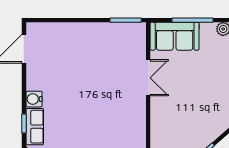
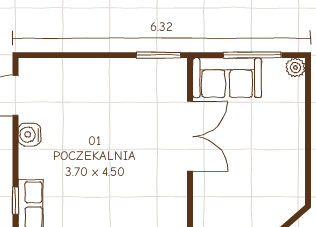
double door: (148, 78) -> (190, 136), width x1.37
water cooler: (34, 99) -> (29, 135), moved

